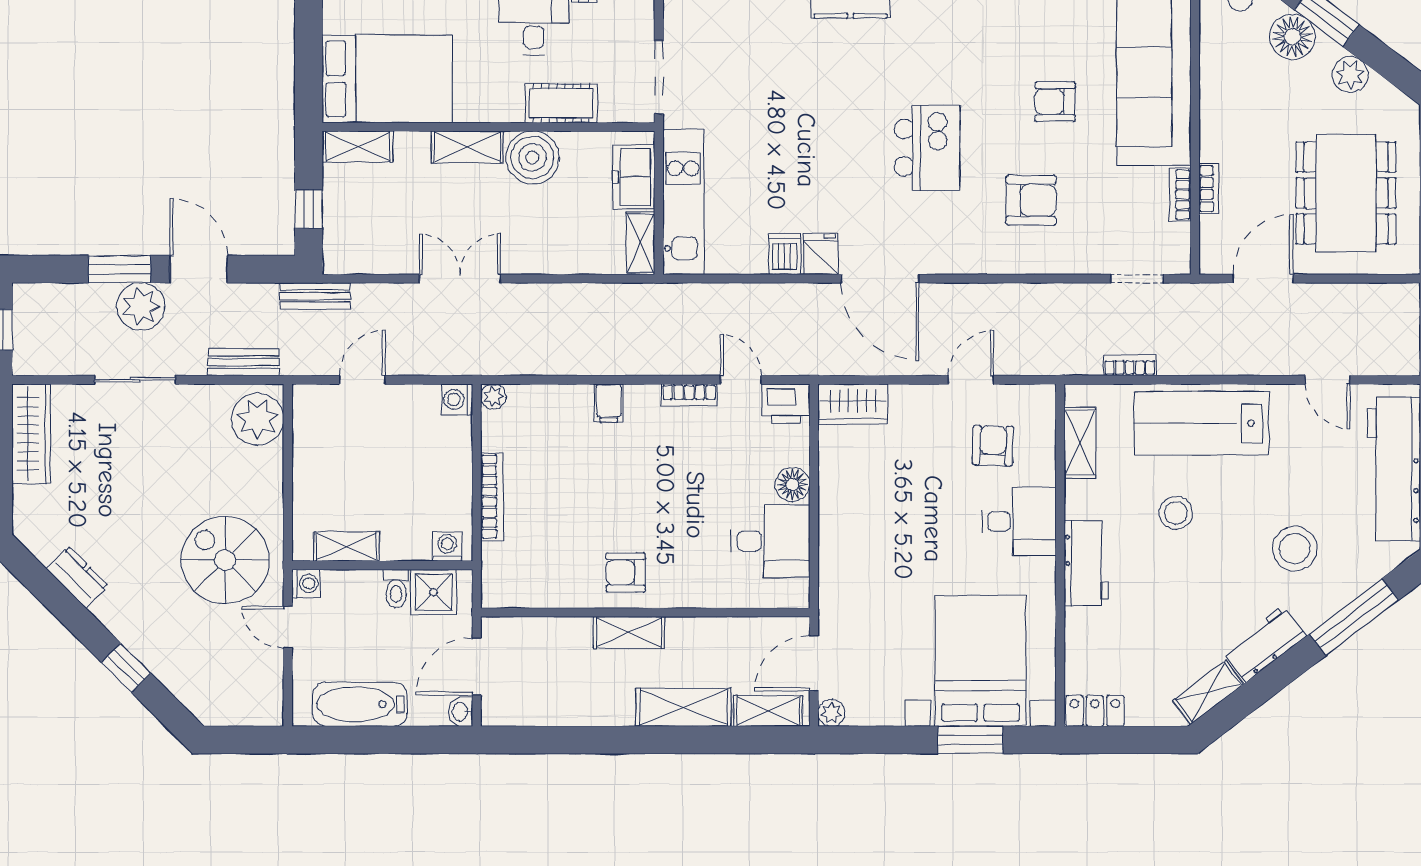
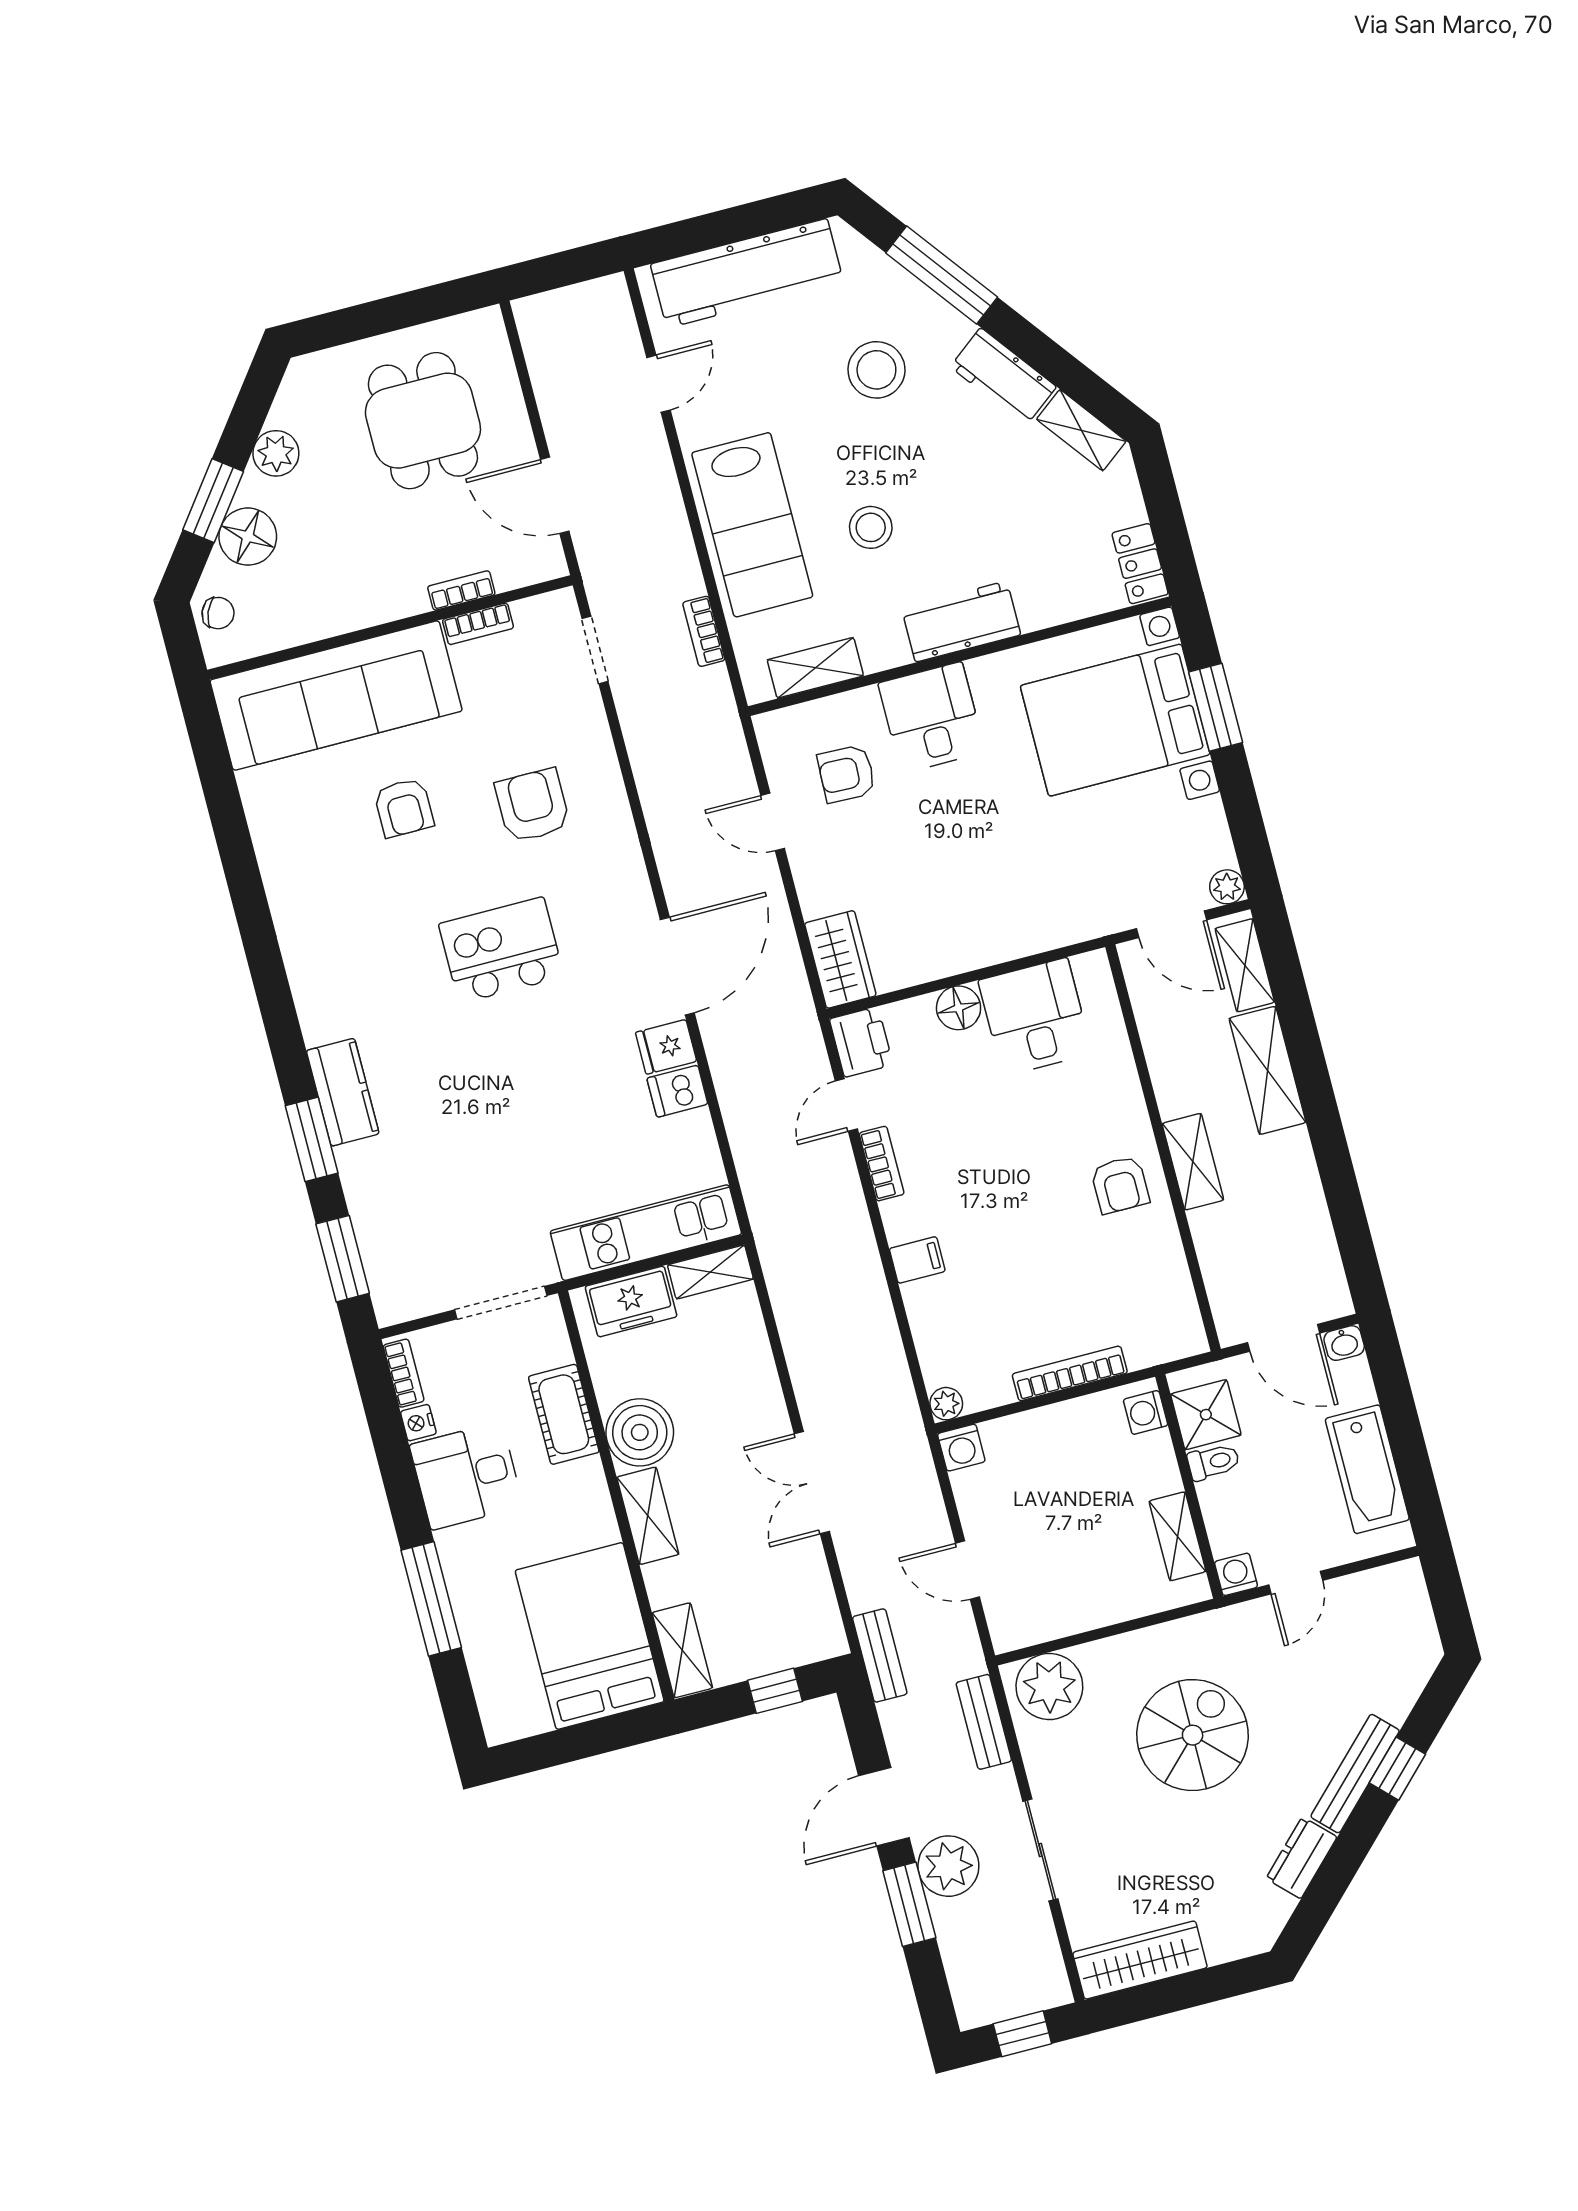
dining table: (1346, 193) -> (423, 421), width x0.73
spiral stairs: (225, 560) -> (1193, 1735), moved, turned 180
bench: (131, 635) -> (1355, 1774), added

